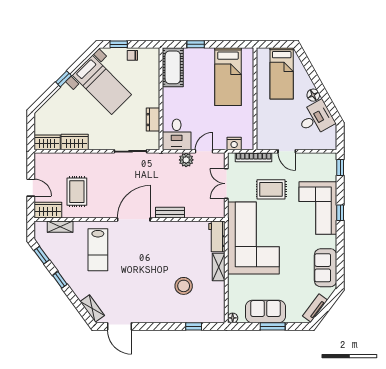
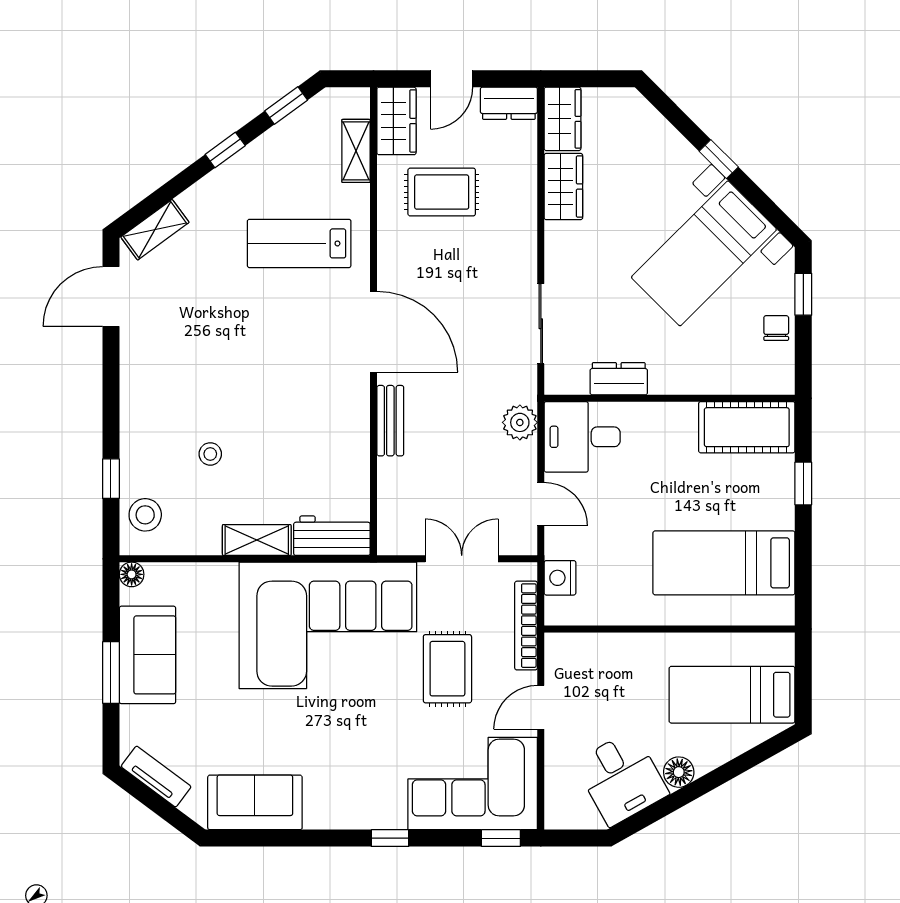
plant: (186, 160) -> (520, 422), moved
dresser: (41, 164) -> (509, 103), added
corner sofa: (318, 208) -> (473, 784), moved
stool: (184, 286) -> (210, 454), width x0.53, depth x0.53
stool: (208, 312) -> (145, 515), added

